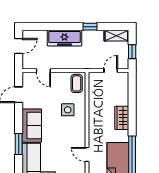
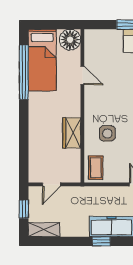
window: (90, 27) -> (101, 241), moved
wardrobe: (122, 118) -> (72, 133), moved, turned 180

